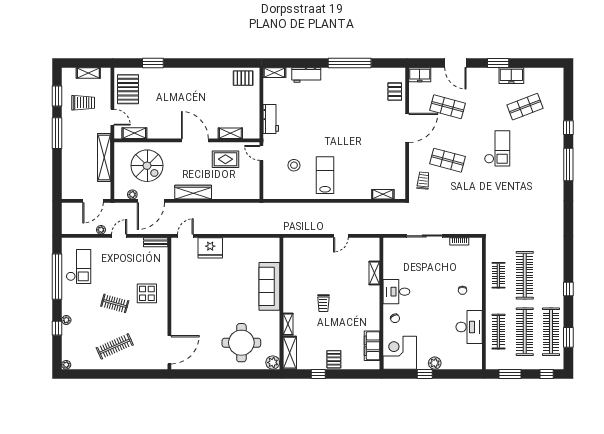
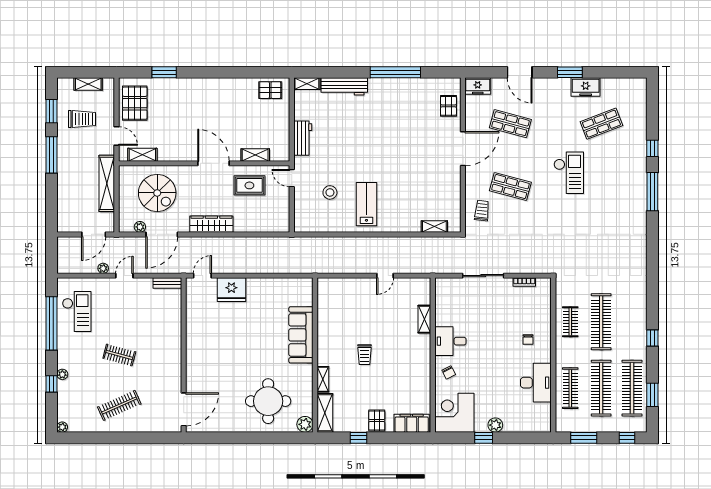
workbench: (306, 75) -> (344, 86), width x1.38
display table: (147, 293) -> (157, 343), removed
filing cabinet: (372, 346) -> (412, 423), moved, turned 90

